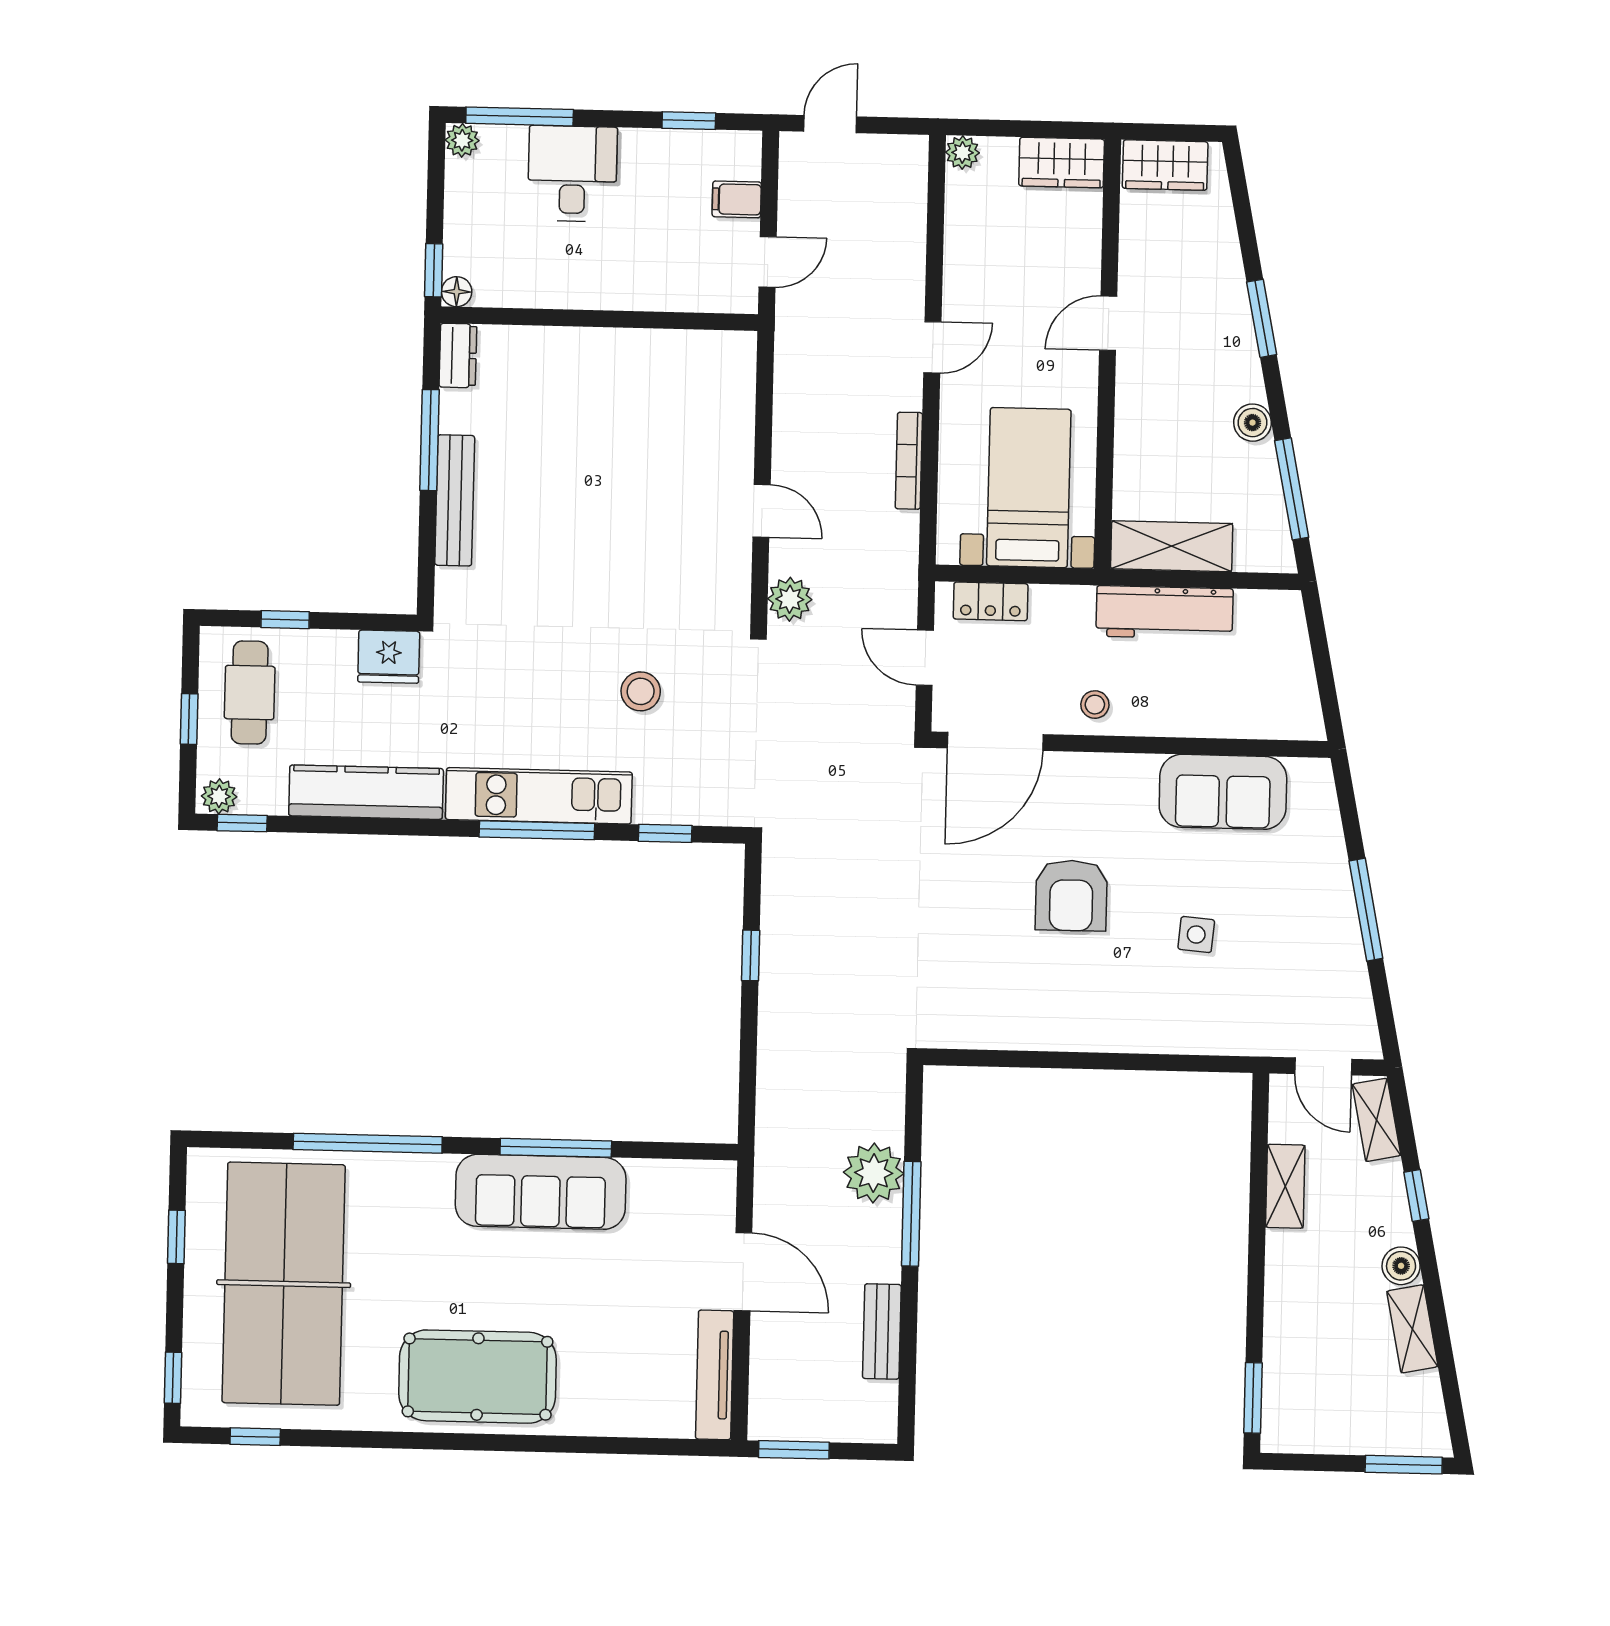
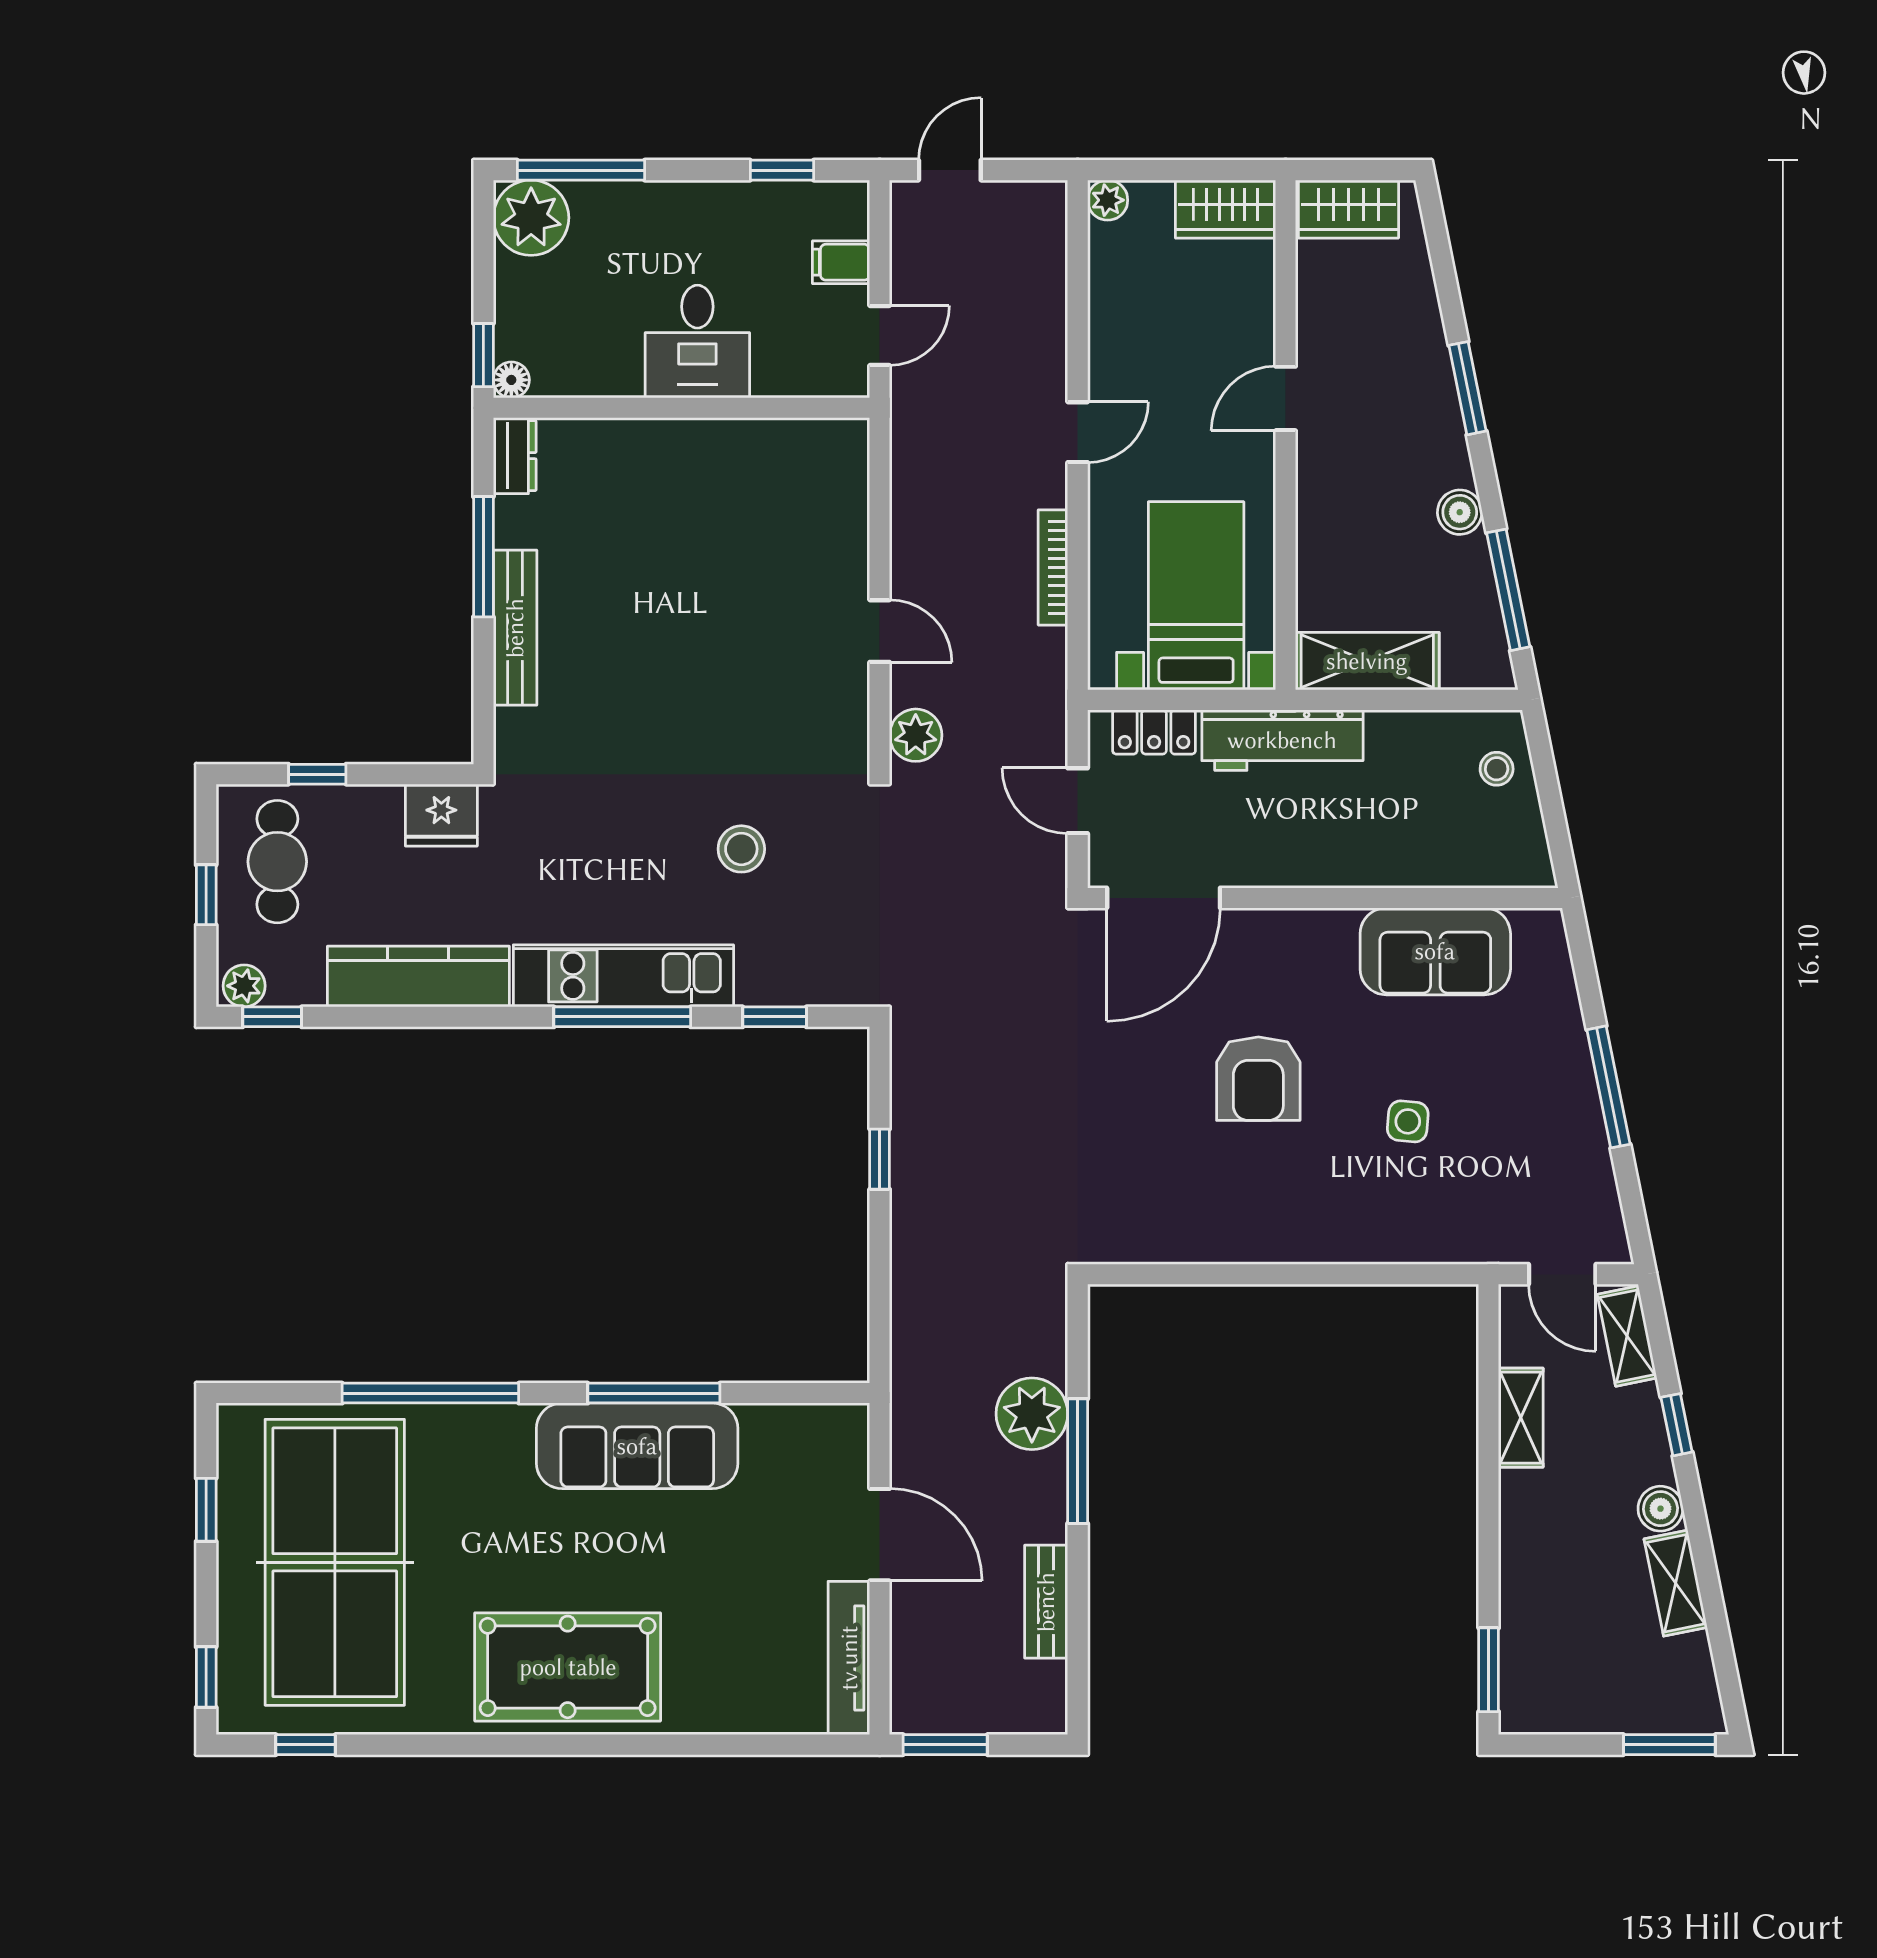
plant: (462, 140) -> (531, 218), width x1.88, depth x1.88
desk: (572, 174) -> (697, 342), moved, turned 180
workbench: (1165, 612) -> (1282, 740), moved
stool: (1095, 705) -> (1497, 769), moved

